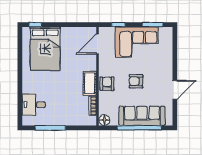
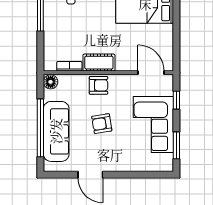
armchair: (136, 81) -> (102, 124), turned -99

